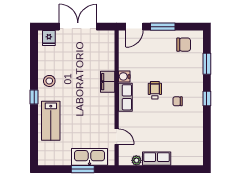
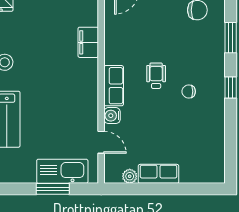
water cooler: (124, 76) -> (112, 116), moved
filing cabinet: (108, 82) -> (88, 42), moved

